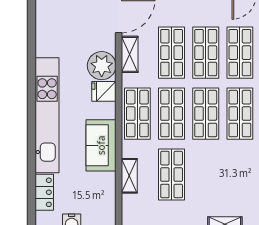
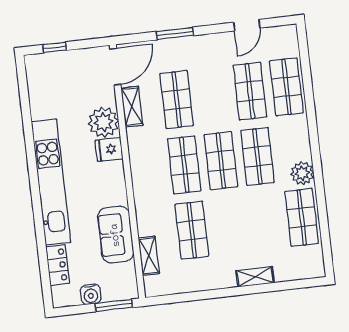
shop shelf: (206, 53) -> (213, 95), removed
shop shelf: (137, 114) -> (148, 169), removed
sofa: (101, 145) -> (116, 235), moved
shelving: (129, 176) -> (149, 256), moved

